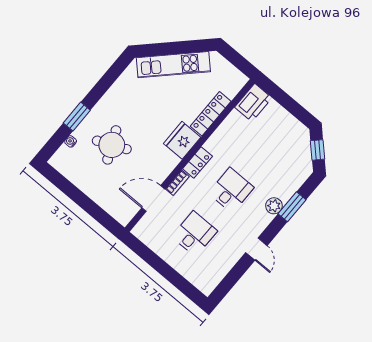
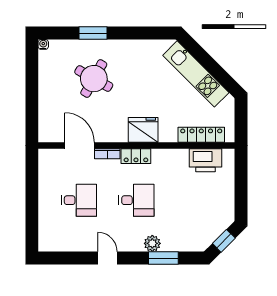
printer: (253, 103) -> (205, 160), moved
locker: (211, 114) -> (201, 135), moved
water cooler: (71, 141) -> (43, 44), moved
round table: (112, 145) -> (94, 79), turned -37
door: (256, 249) -> (107, 258), swing flipped

